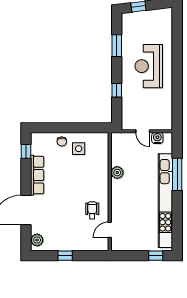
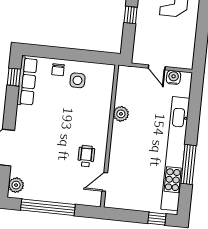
window: (177, 174) -> (188, 165), moved
row of seats: (37, 175) -> (27, 81), moved
window: (65, 256) -> (48, 207), width x3.17

